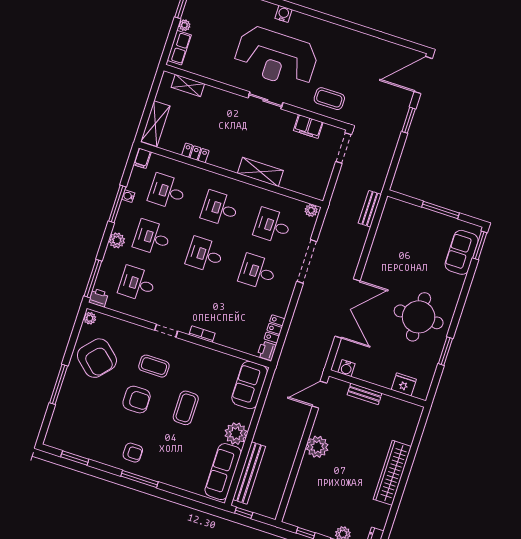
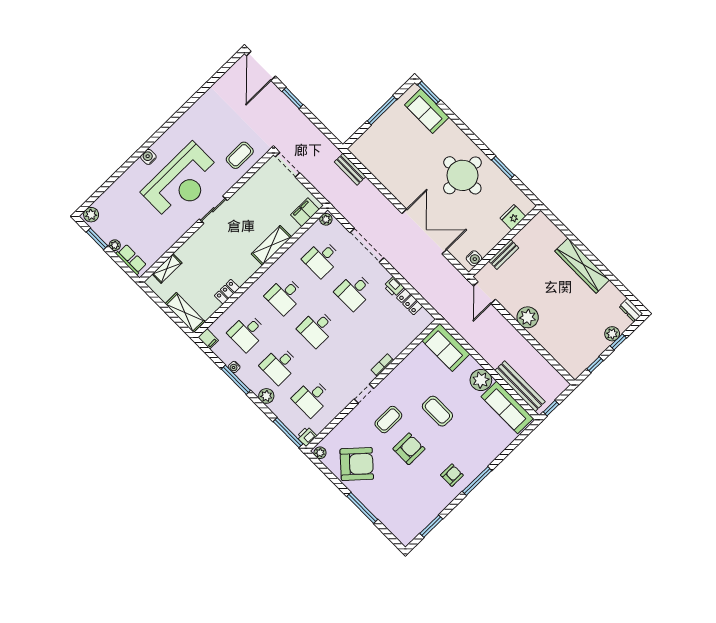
filing cabinet: (308, 126) -> (305, 212), moved, turned 180
printer: (267, 351) -> (394, 287), moved

